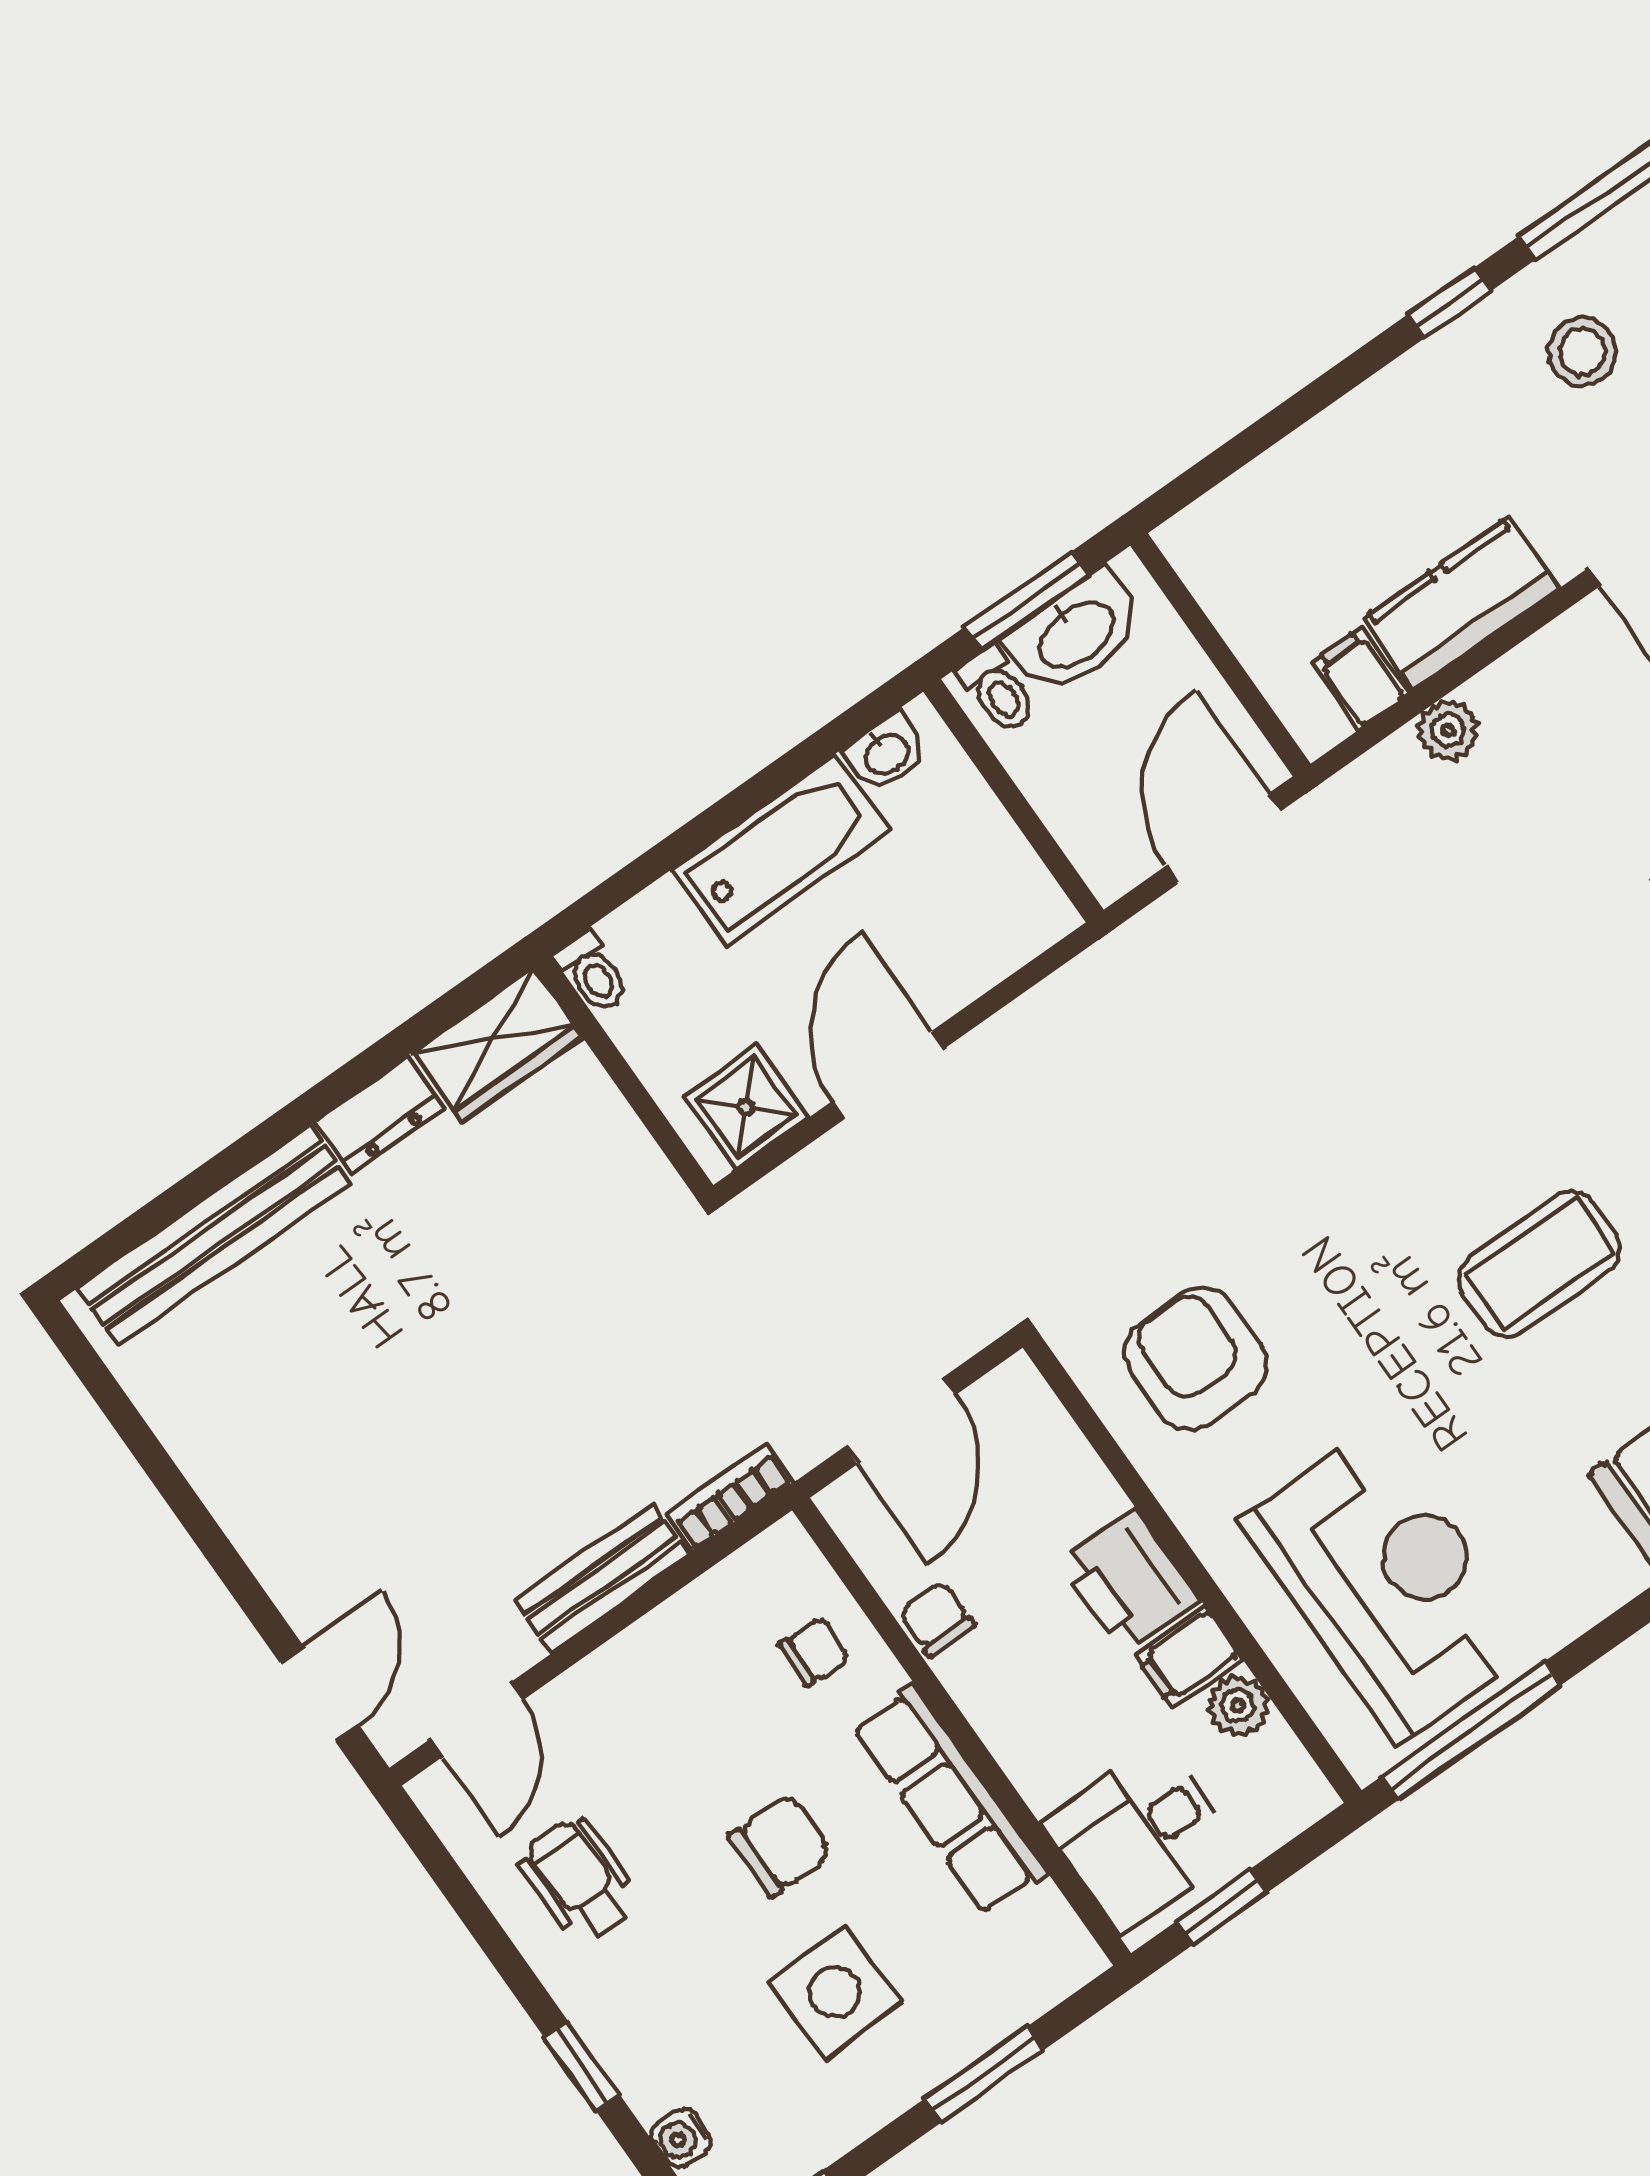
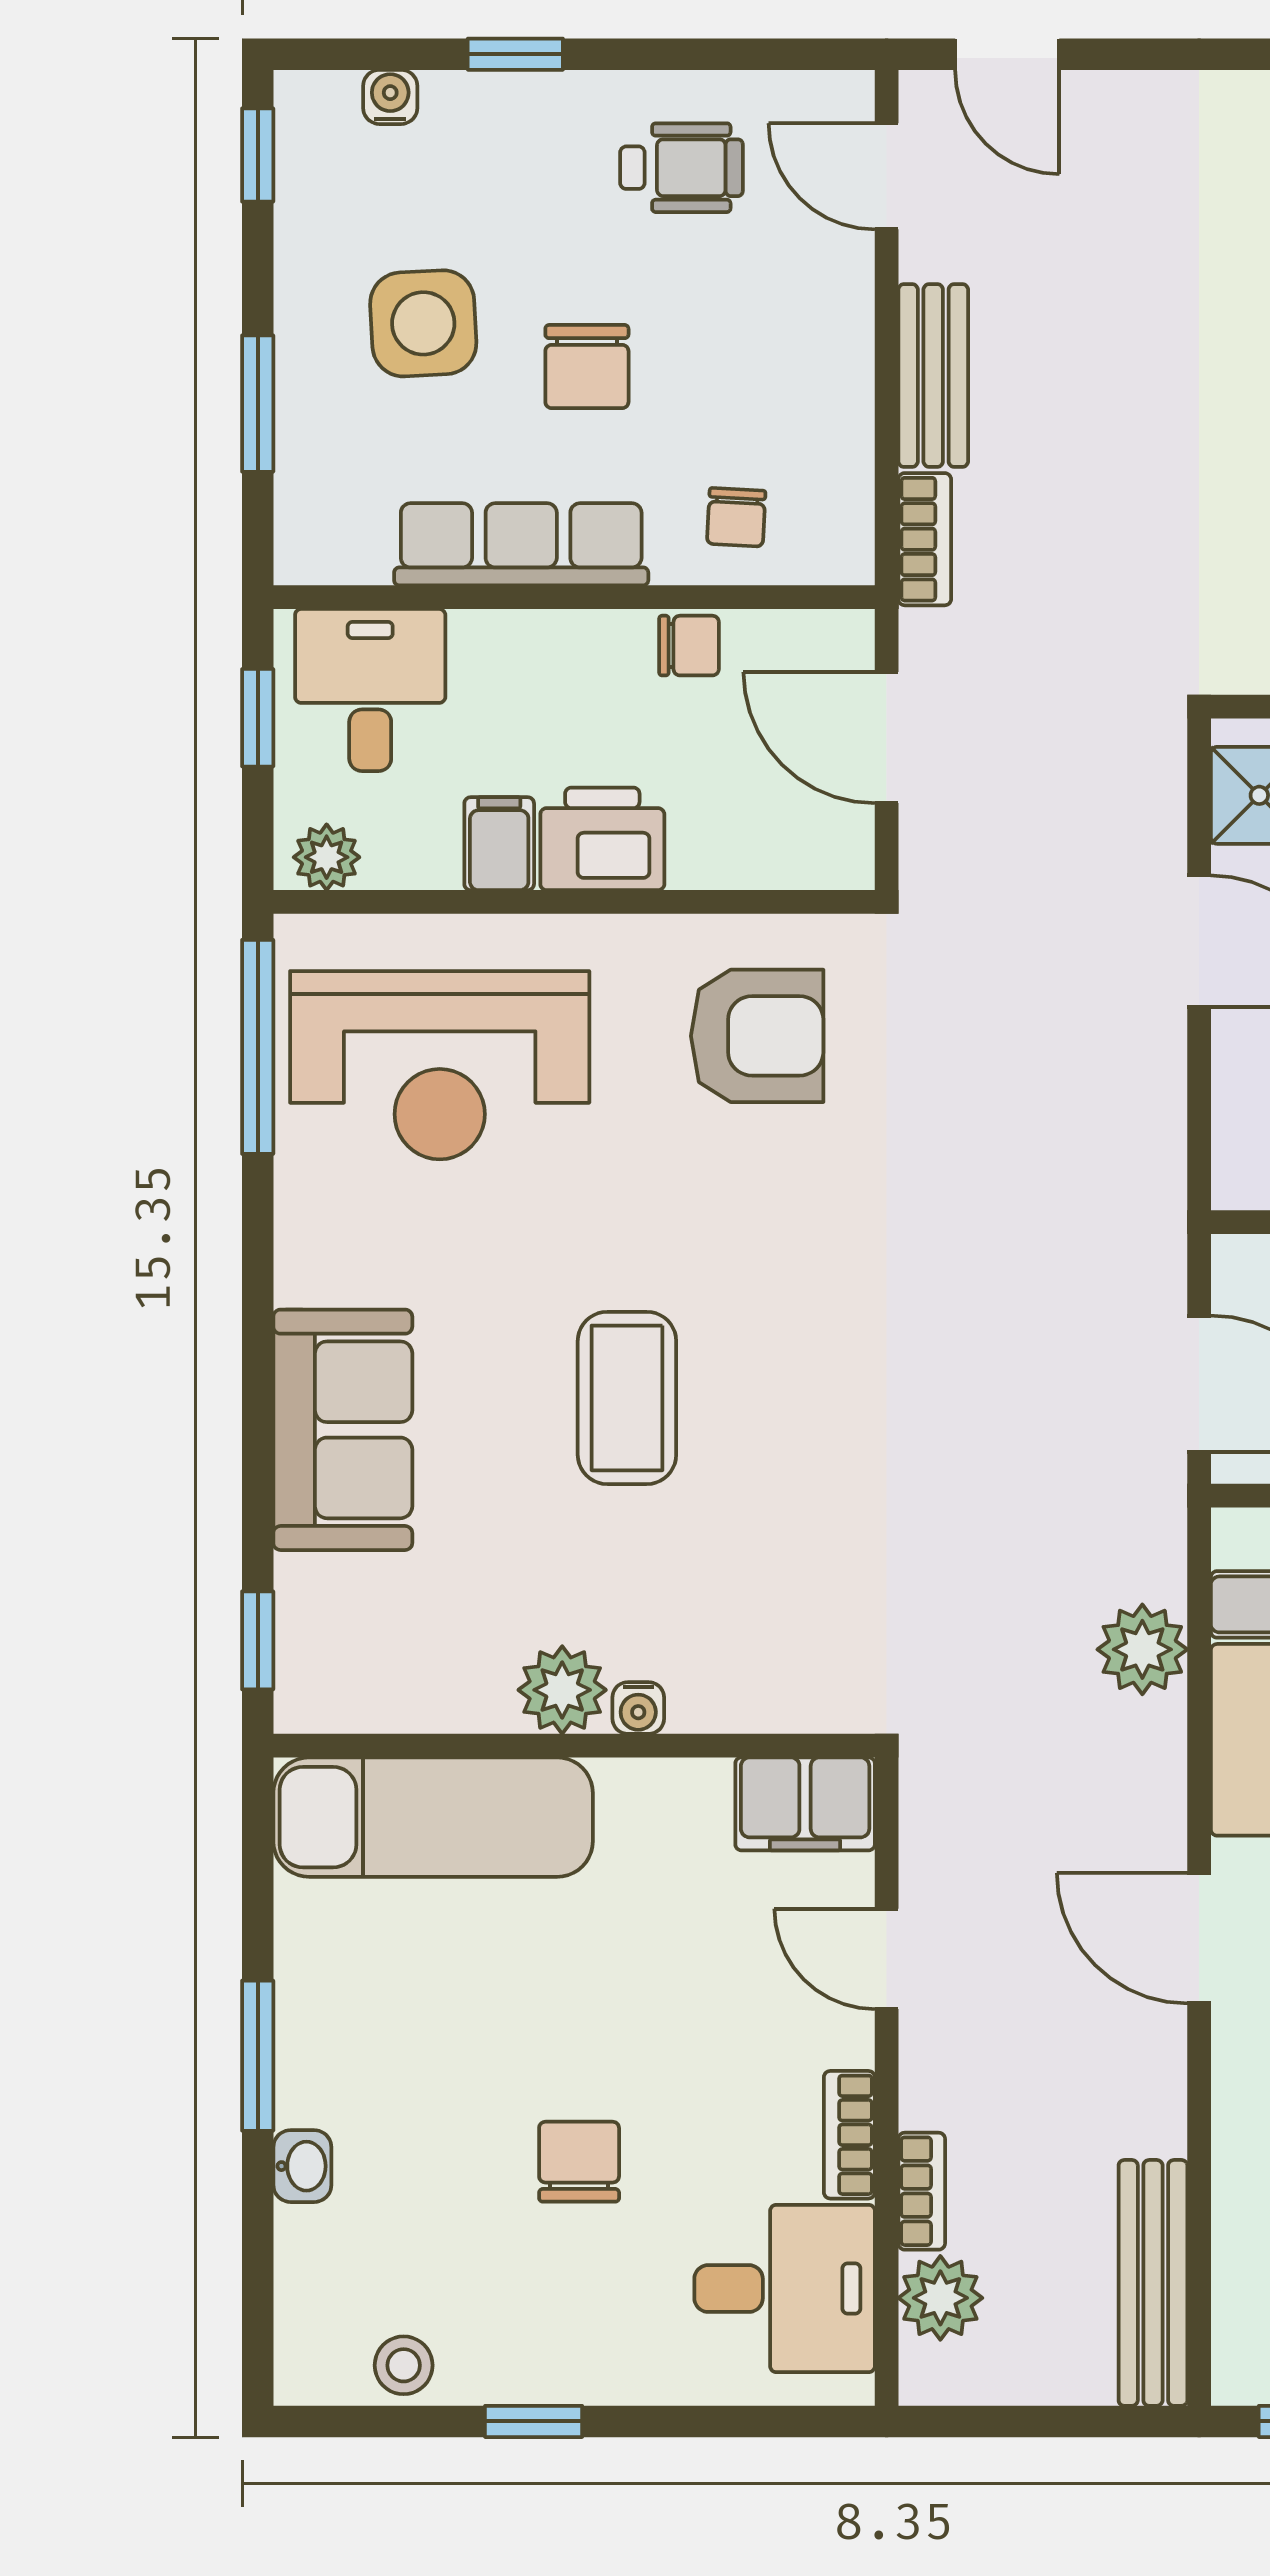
plant: (1448, 730) -> (1142, 1649), width x1.38, depth x1.38
plant: (1238, 1706) -> (327, 857), moved

